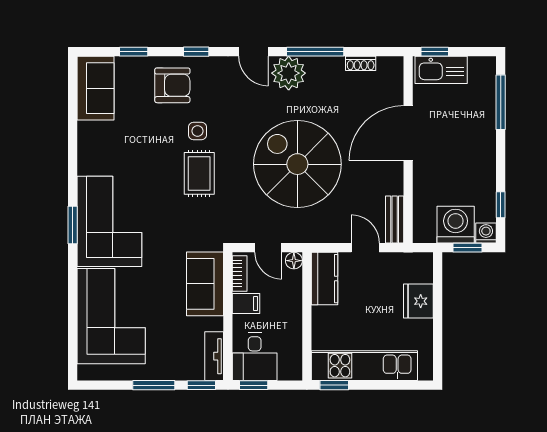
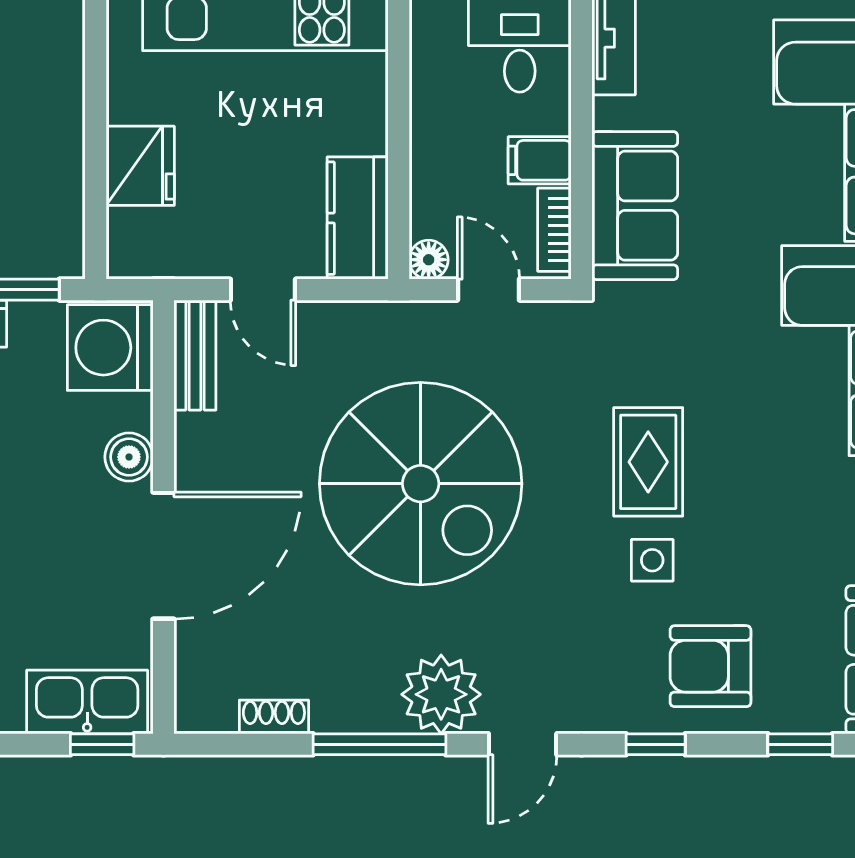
door: (253, 52) -> (523, 744), swing flipped
boiler: (423, 176) -> (129, 457), added
washing machine: (456, 225) -> (110, 348), moved, turned 90

